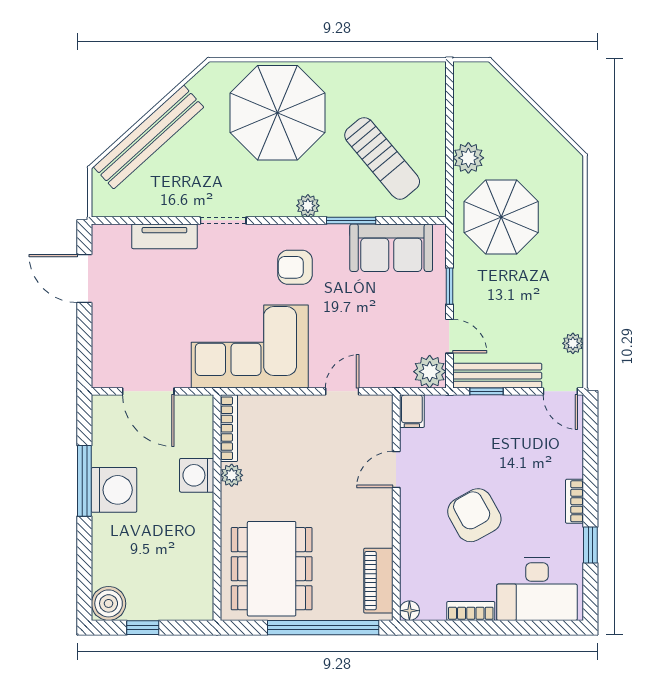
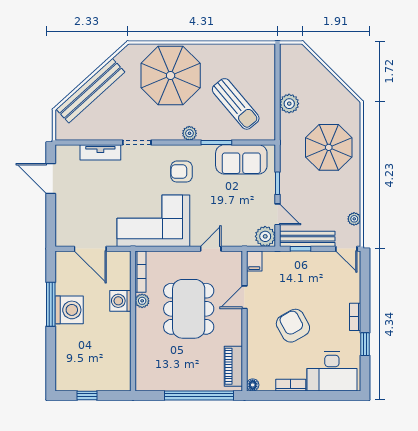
parasol: (501, 217) -> (329, 147), moved
dining table: (272, 569) -> (189, 309), moved
boiler: (109, 603) -> (66, 380), removed

